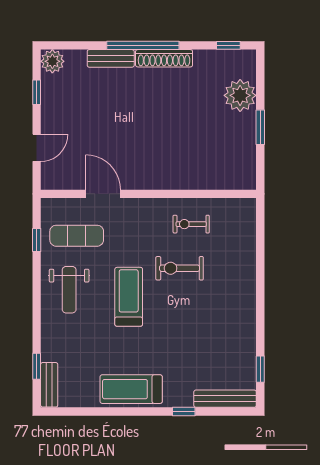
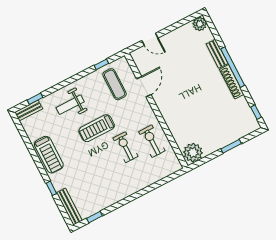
window: (37, 92) -> (179, 24), removed
plant: (240, 95) -> (193, 153), moved
window: (260, 127) -> (231, 146), moved
exercise bike: (191, 224) -> (152, 141), width x1.38, depth x1.39
weight bench: (69, 290) -> (70, 105), moved
treadmill: (129, 297) -> (97, 128), turned 180
treadmill: (131, 389) -> (49, 155), turned 180

